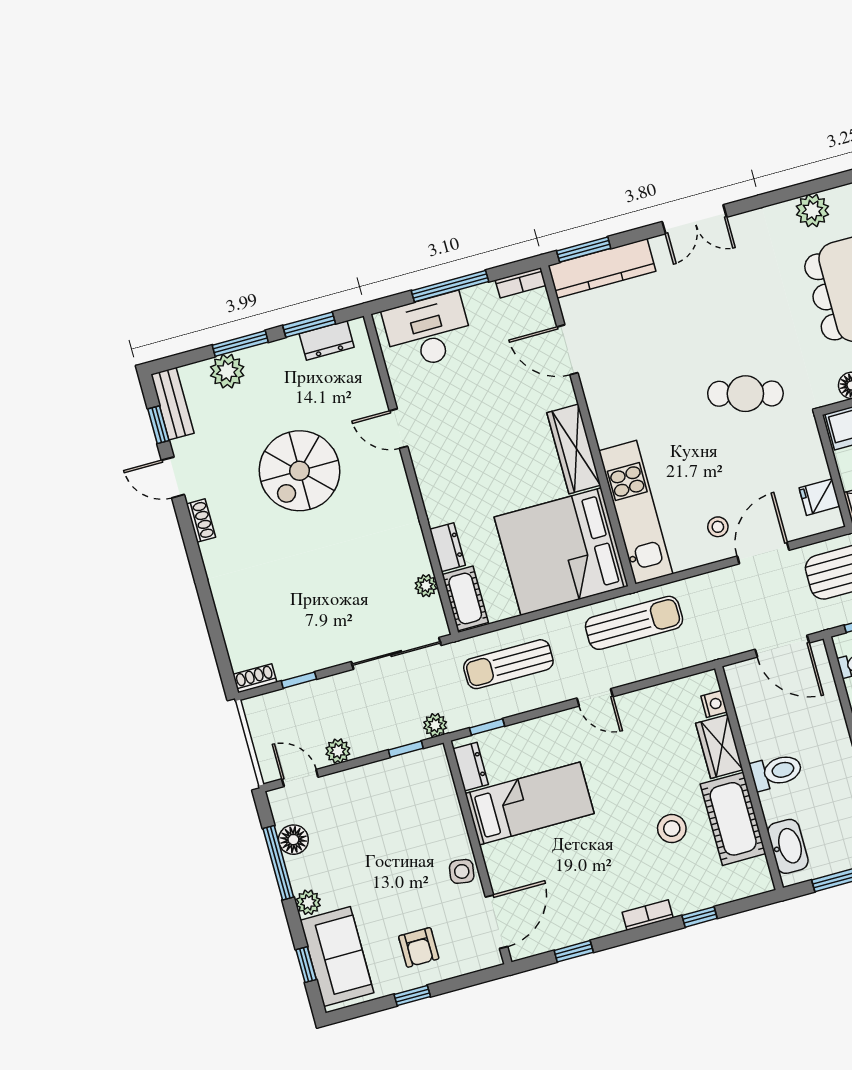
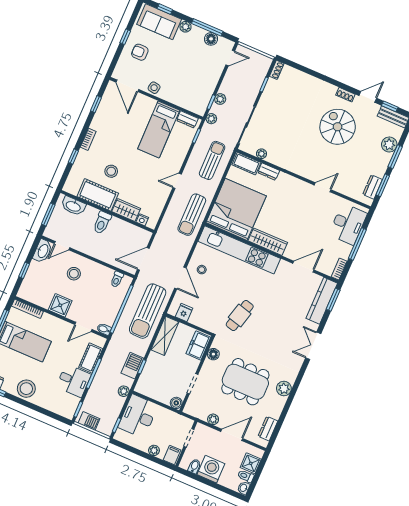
spiral stairs: (299, 471) -> (338, 127), moved
kitchen unit: (636, 512) -> (239, 250), width x1.36
plant: (338, 751) -> (220, 99), moved

